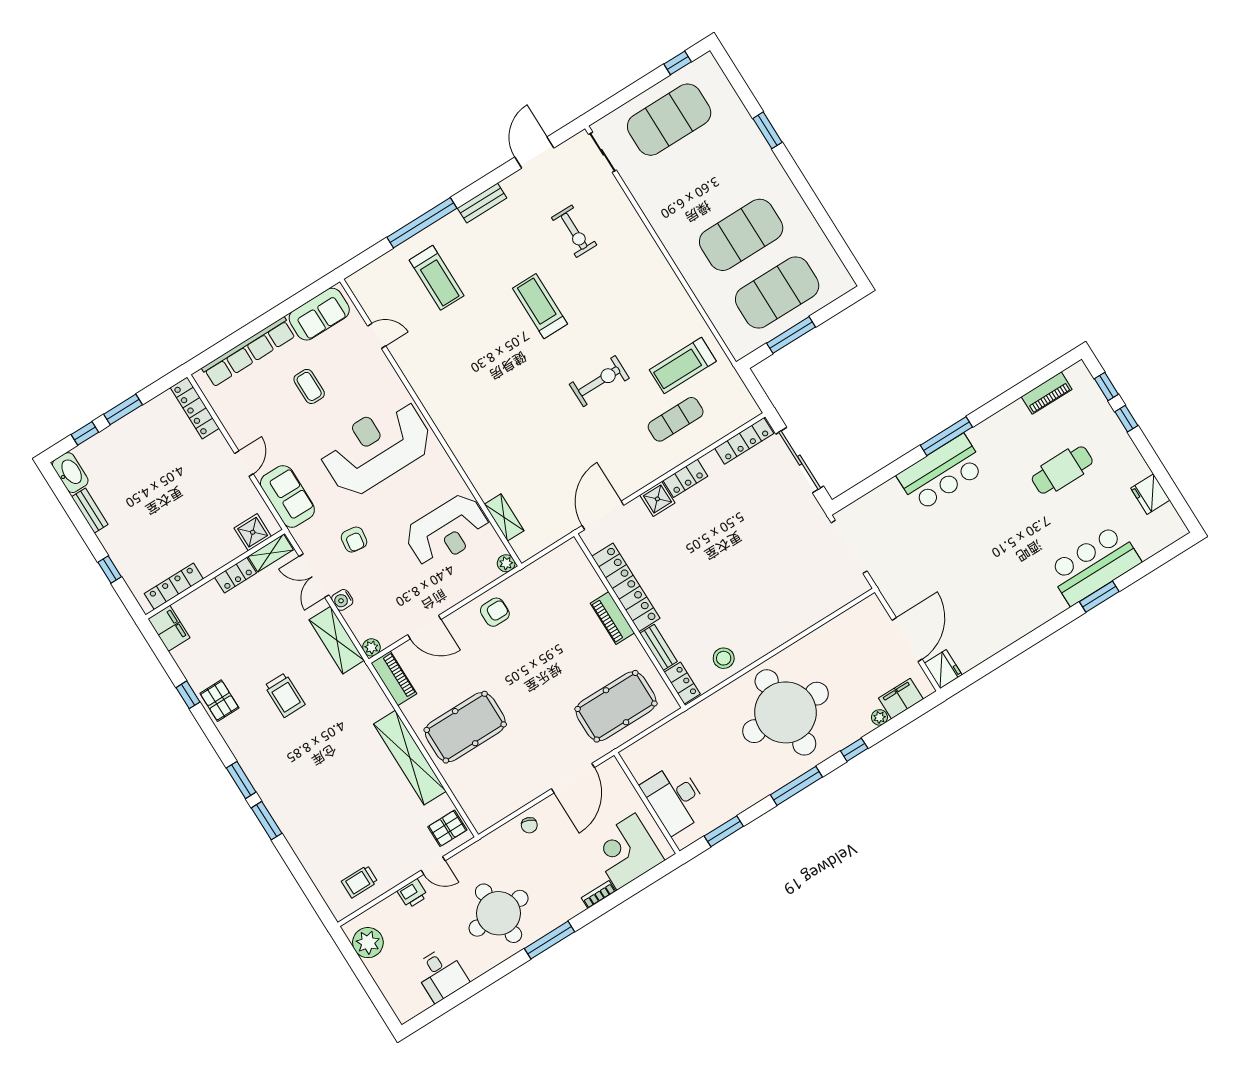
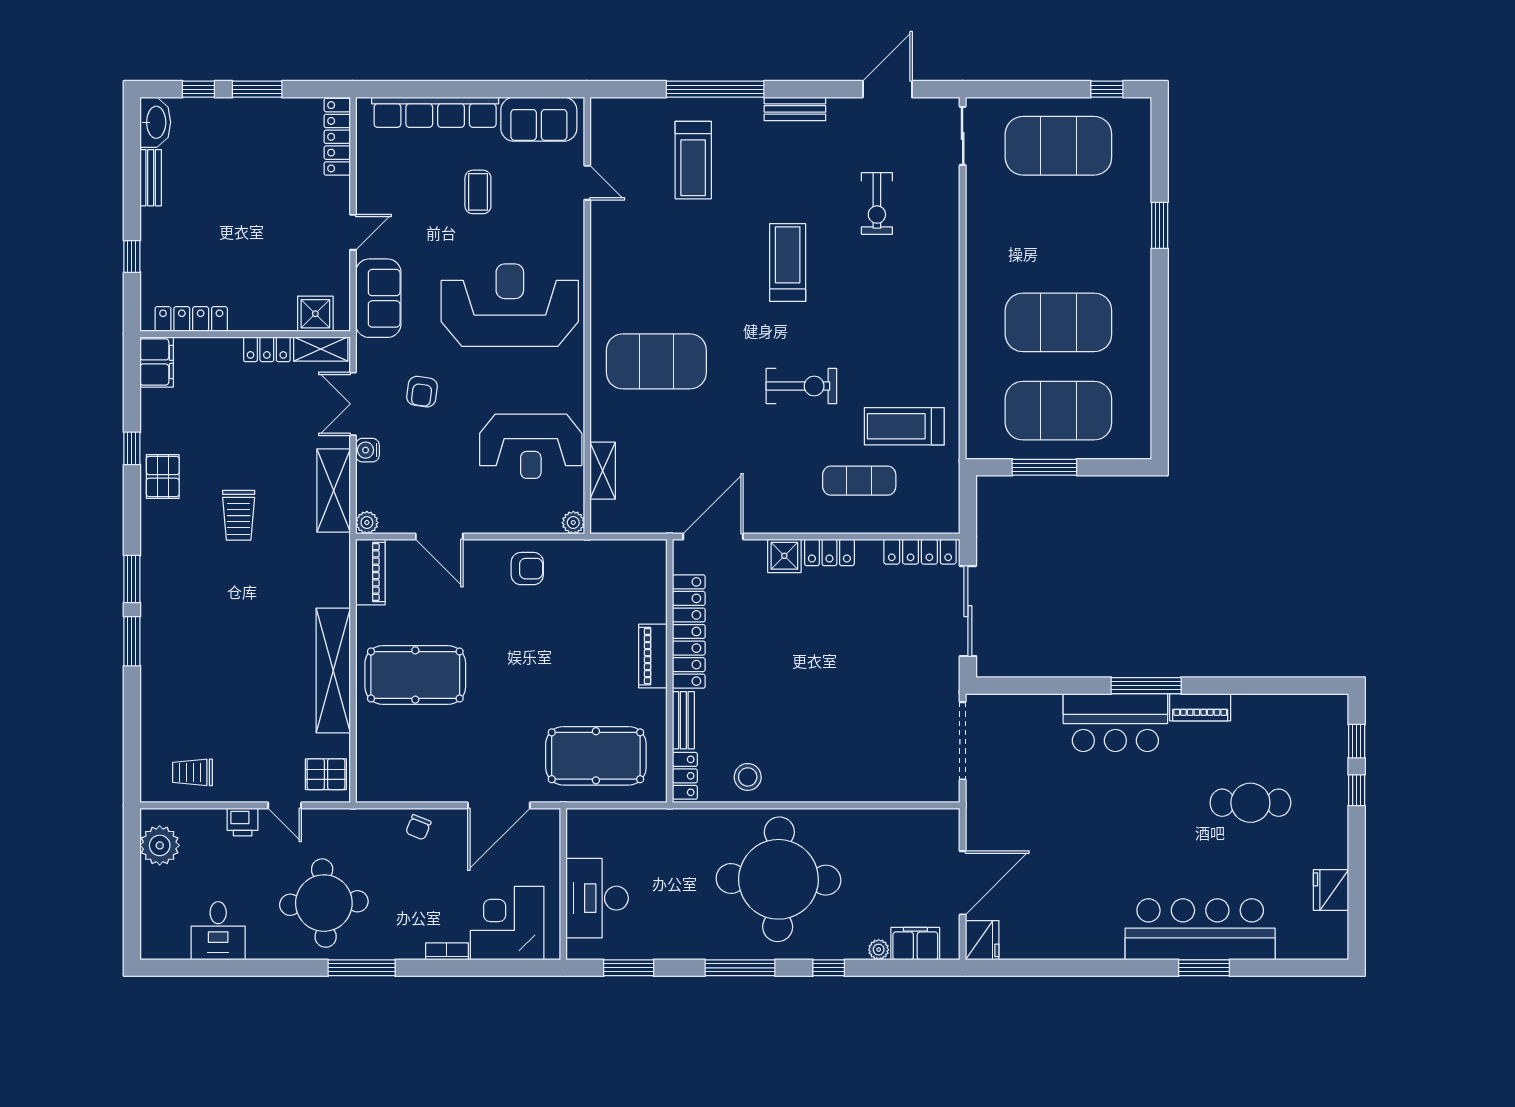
piano: (1047, 393) -> (1200, 707), moved
exercise mat: (495, 424) -> (656, 361), added
bar counter: (1094, 565) -> (1200, 929), width x1.36

